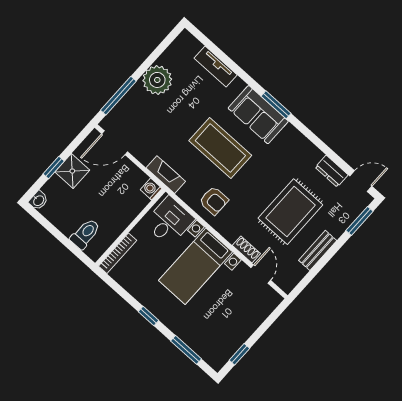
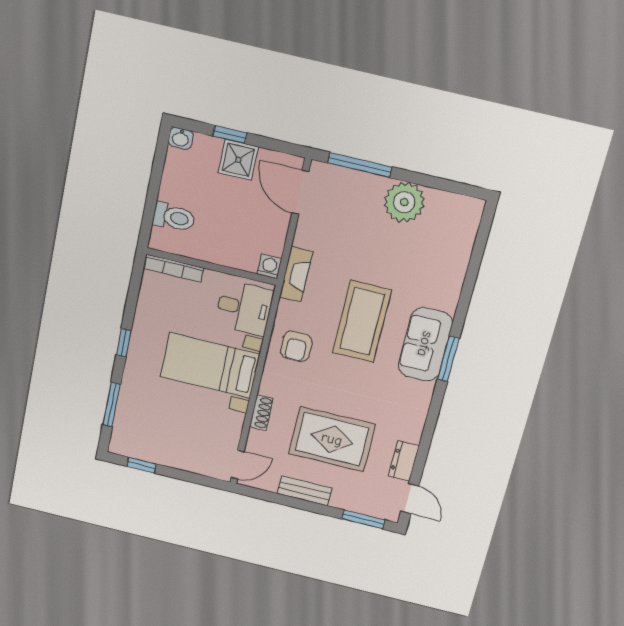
tv unit: (216, 66) -> (458, 264), removed
door: (261, 274) -> (238, 465), moved

